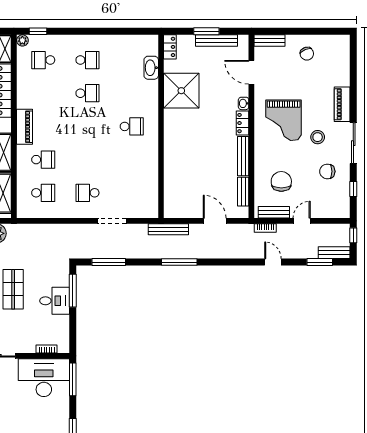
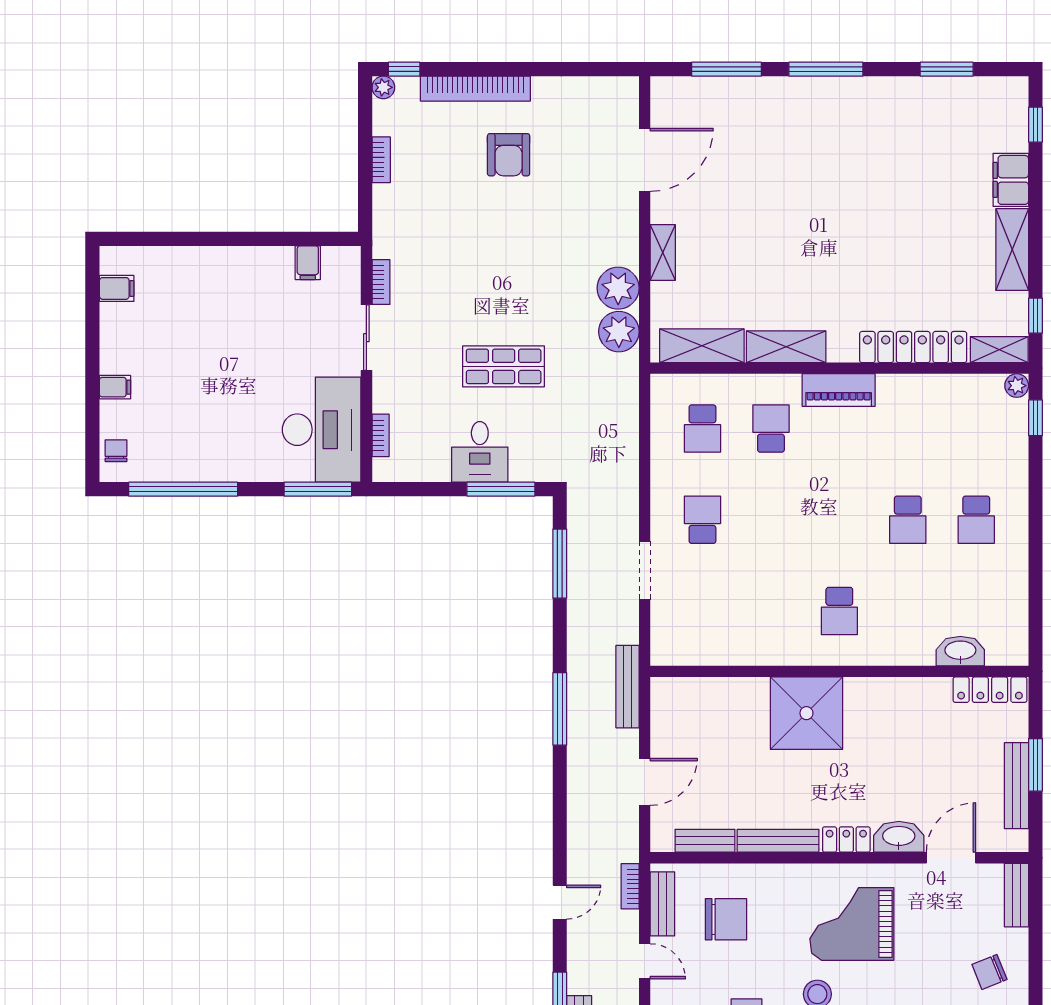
locker: (170, 47) -> (990, 690), width x1.53
school desk: (43, 60) -> (976, 429), removed
shower: (181, 91) -> (806, 713), moved
washbasin: (244, 103) -> (899, 837), width x1.91, depth x1.45
school desk: (43, 160) -> (771, 429), turned 180

